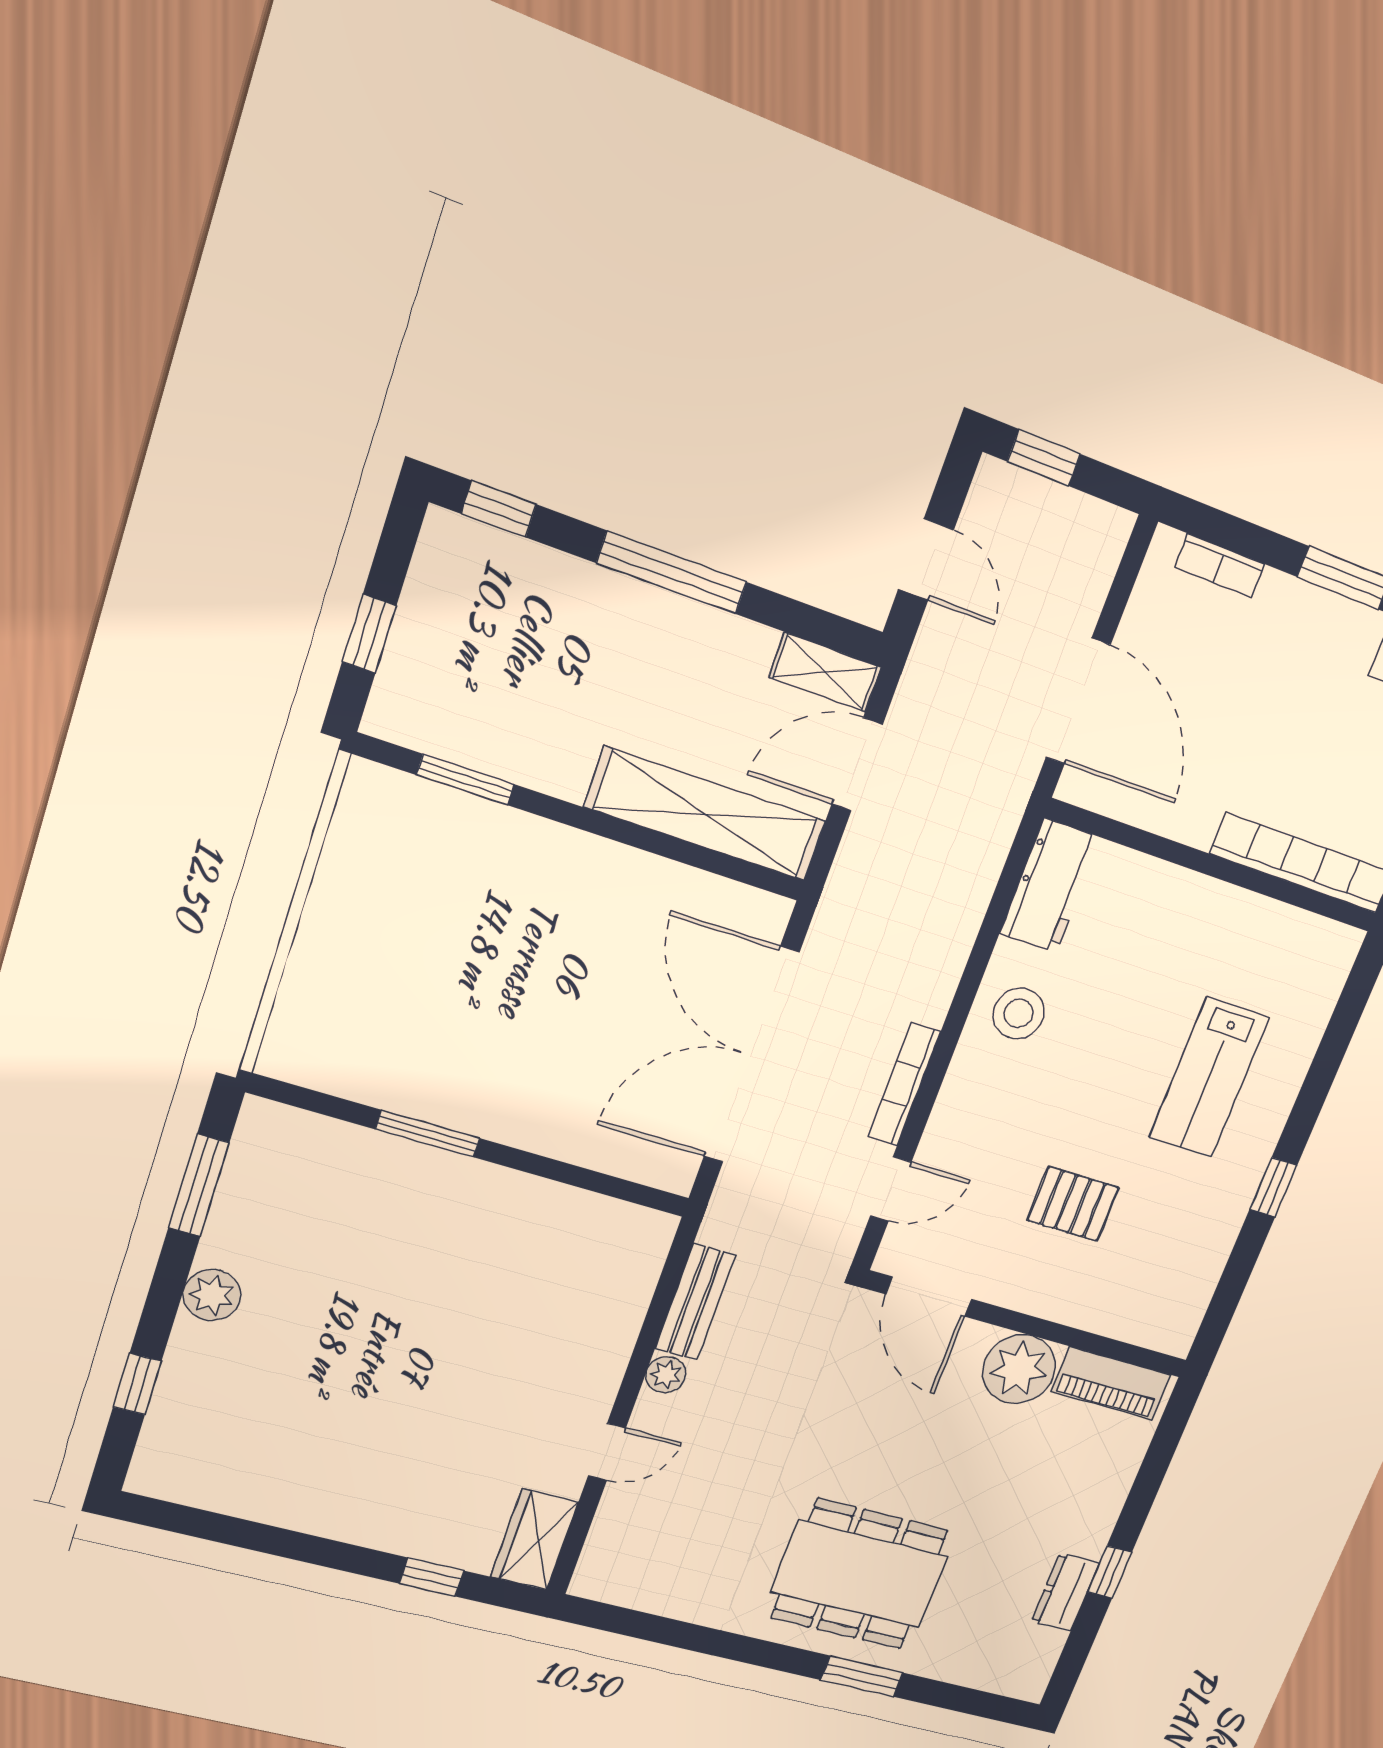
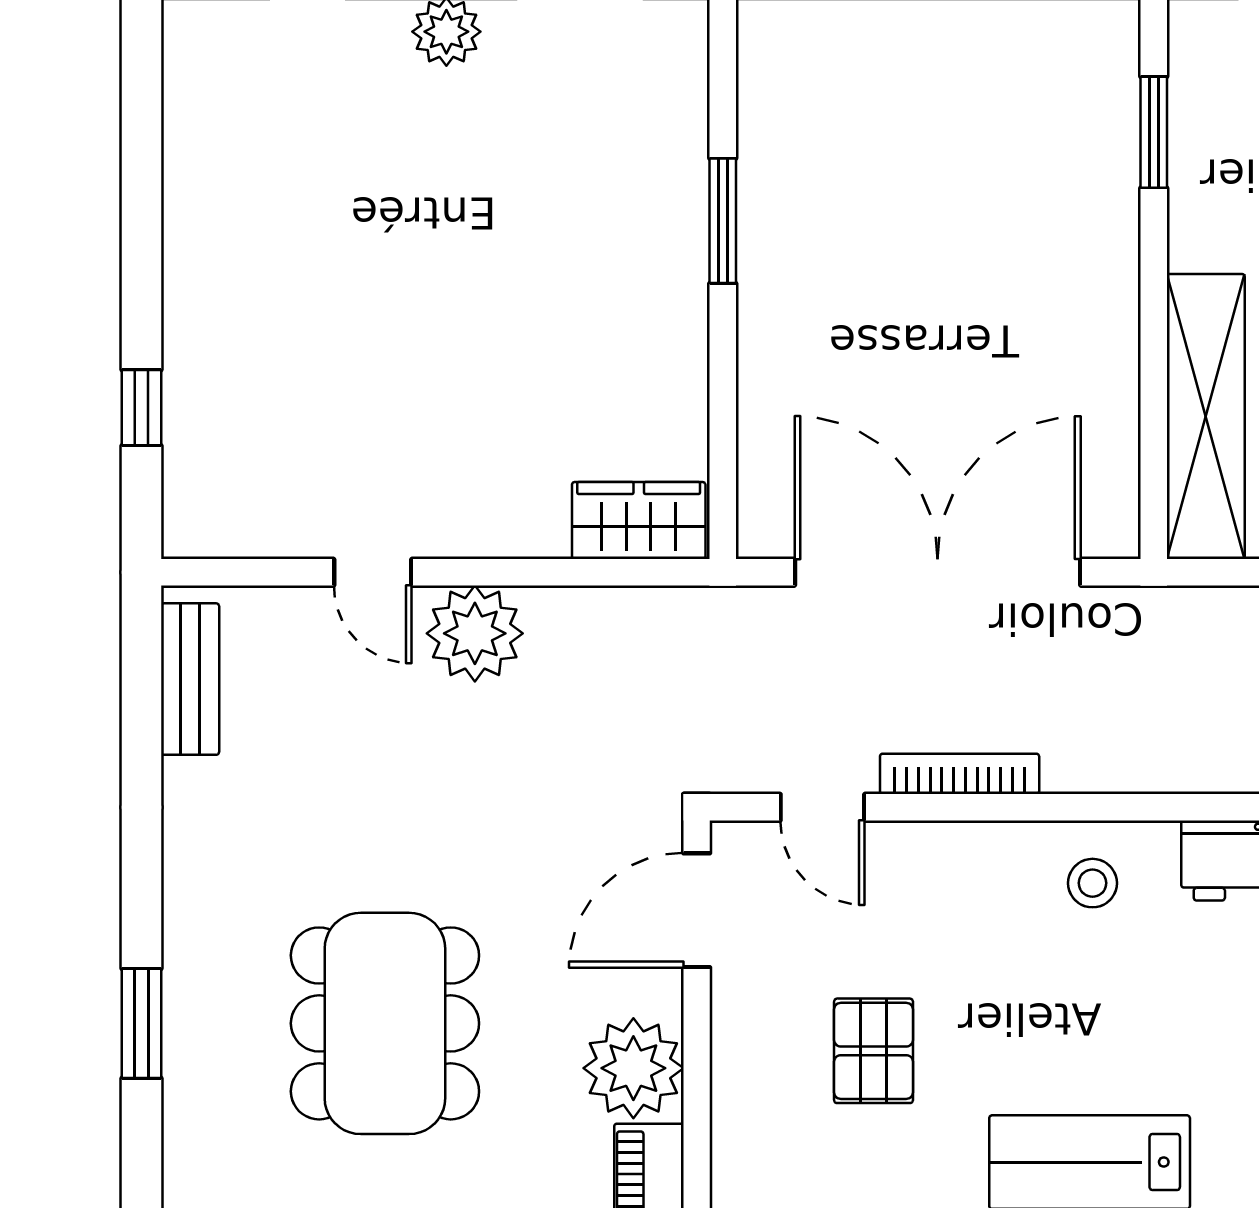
stool: (1019, 1013) -> (1092, 883), width x0.73, depth x0.73
bench: (695, 1302) -> (190, 679), moved, turned 90
plant: (666, 1375) -> (475, 633), width x1.88, depth x1.88
wardrobe: (534, 1539) -> (639, 521), moved
dining table: (860, 1574) -> (385, 1023), moved

